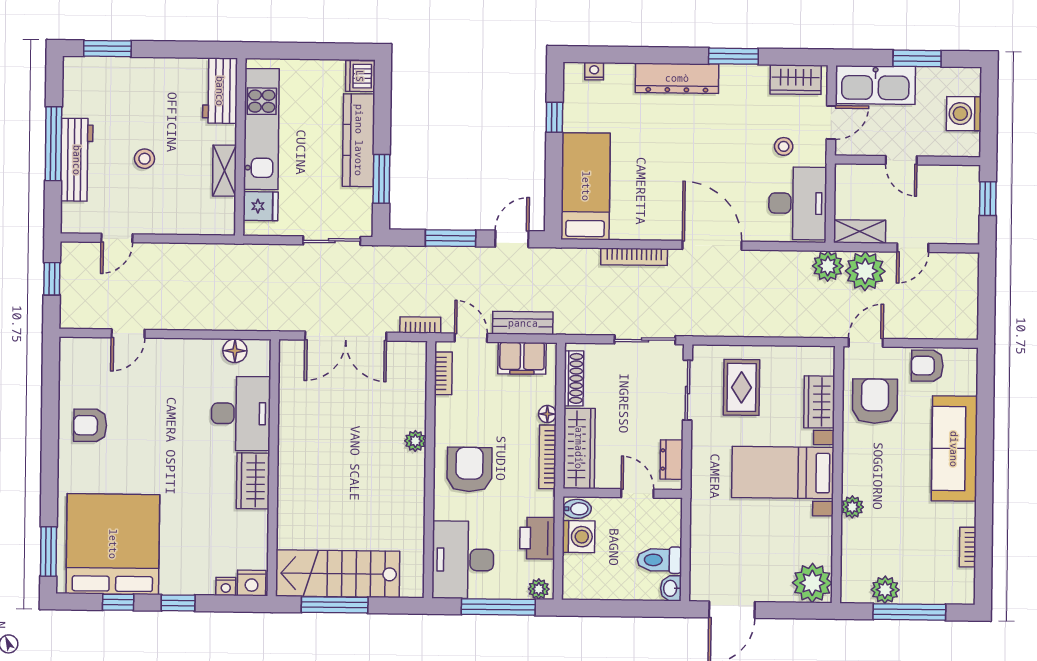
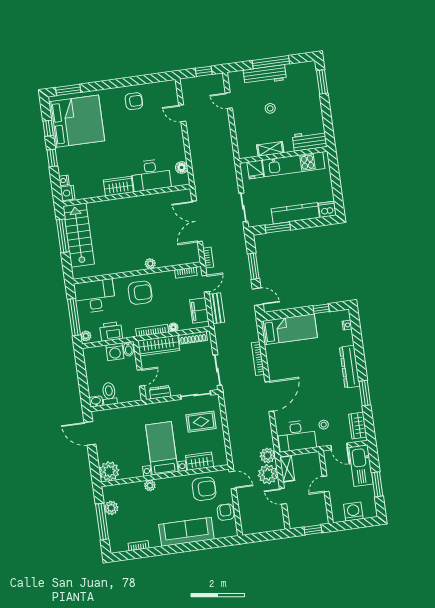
armchair: (90, 425) -> (134, 101), turned 90

